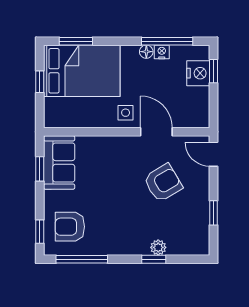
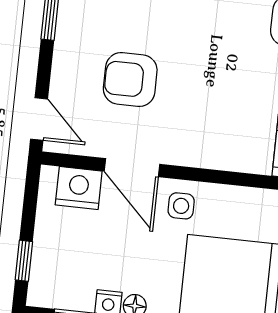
nightstand: (198, 73) -> (79, 188), moved, turned 90
armchair: (163, 183) -> (130, 80), turned 31

